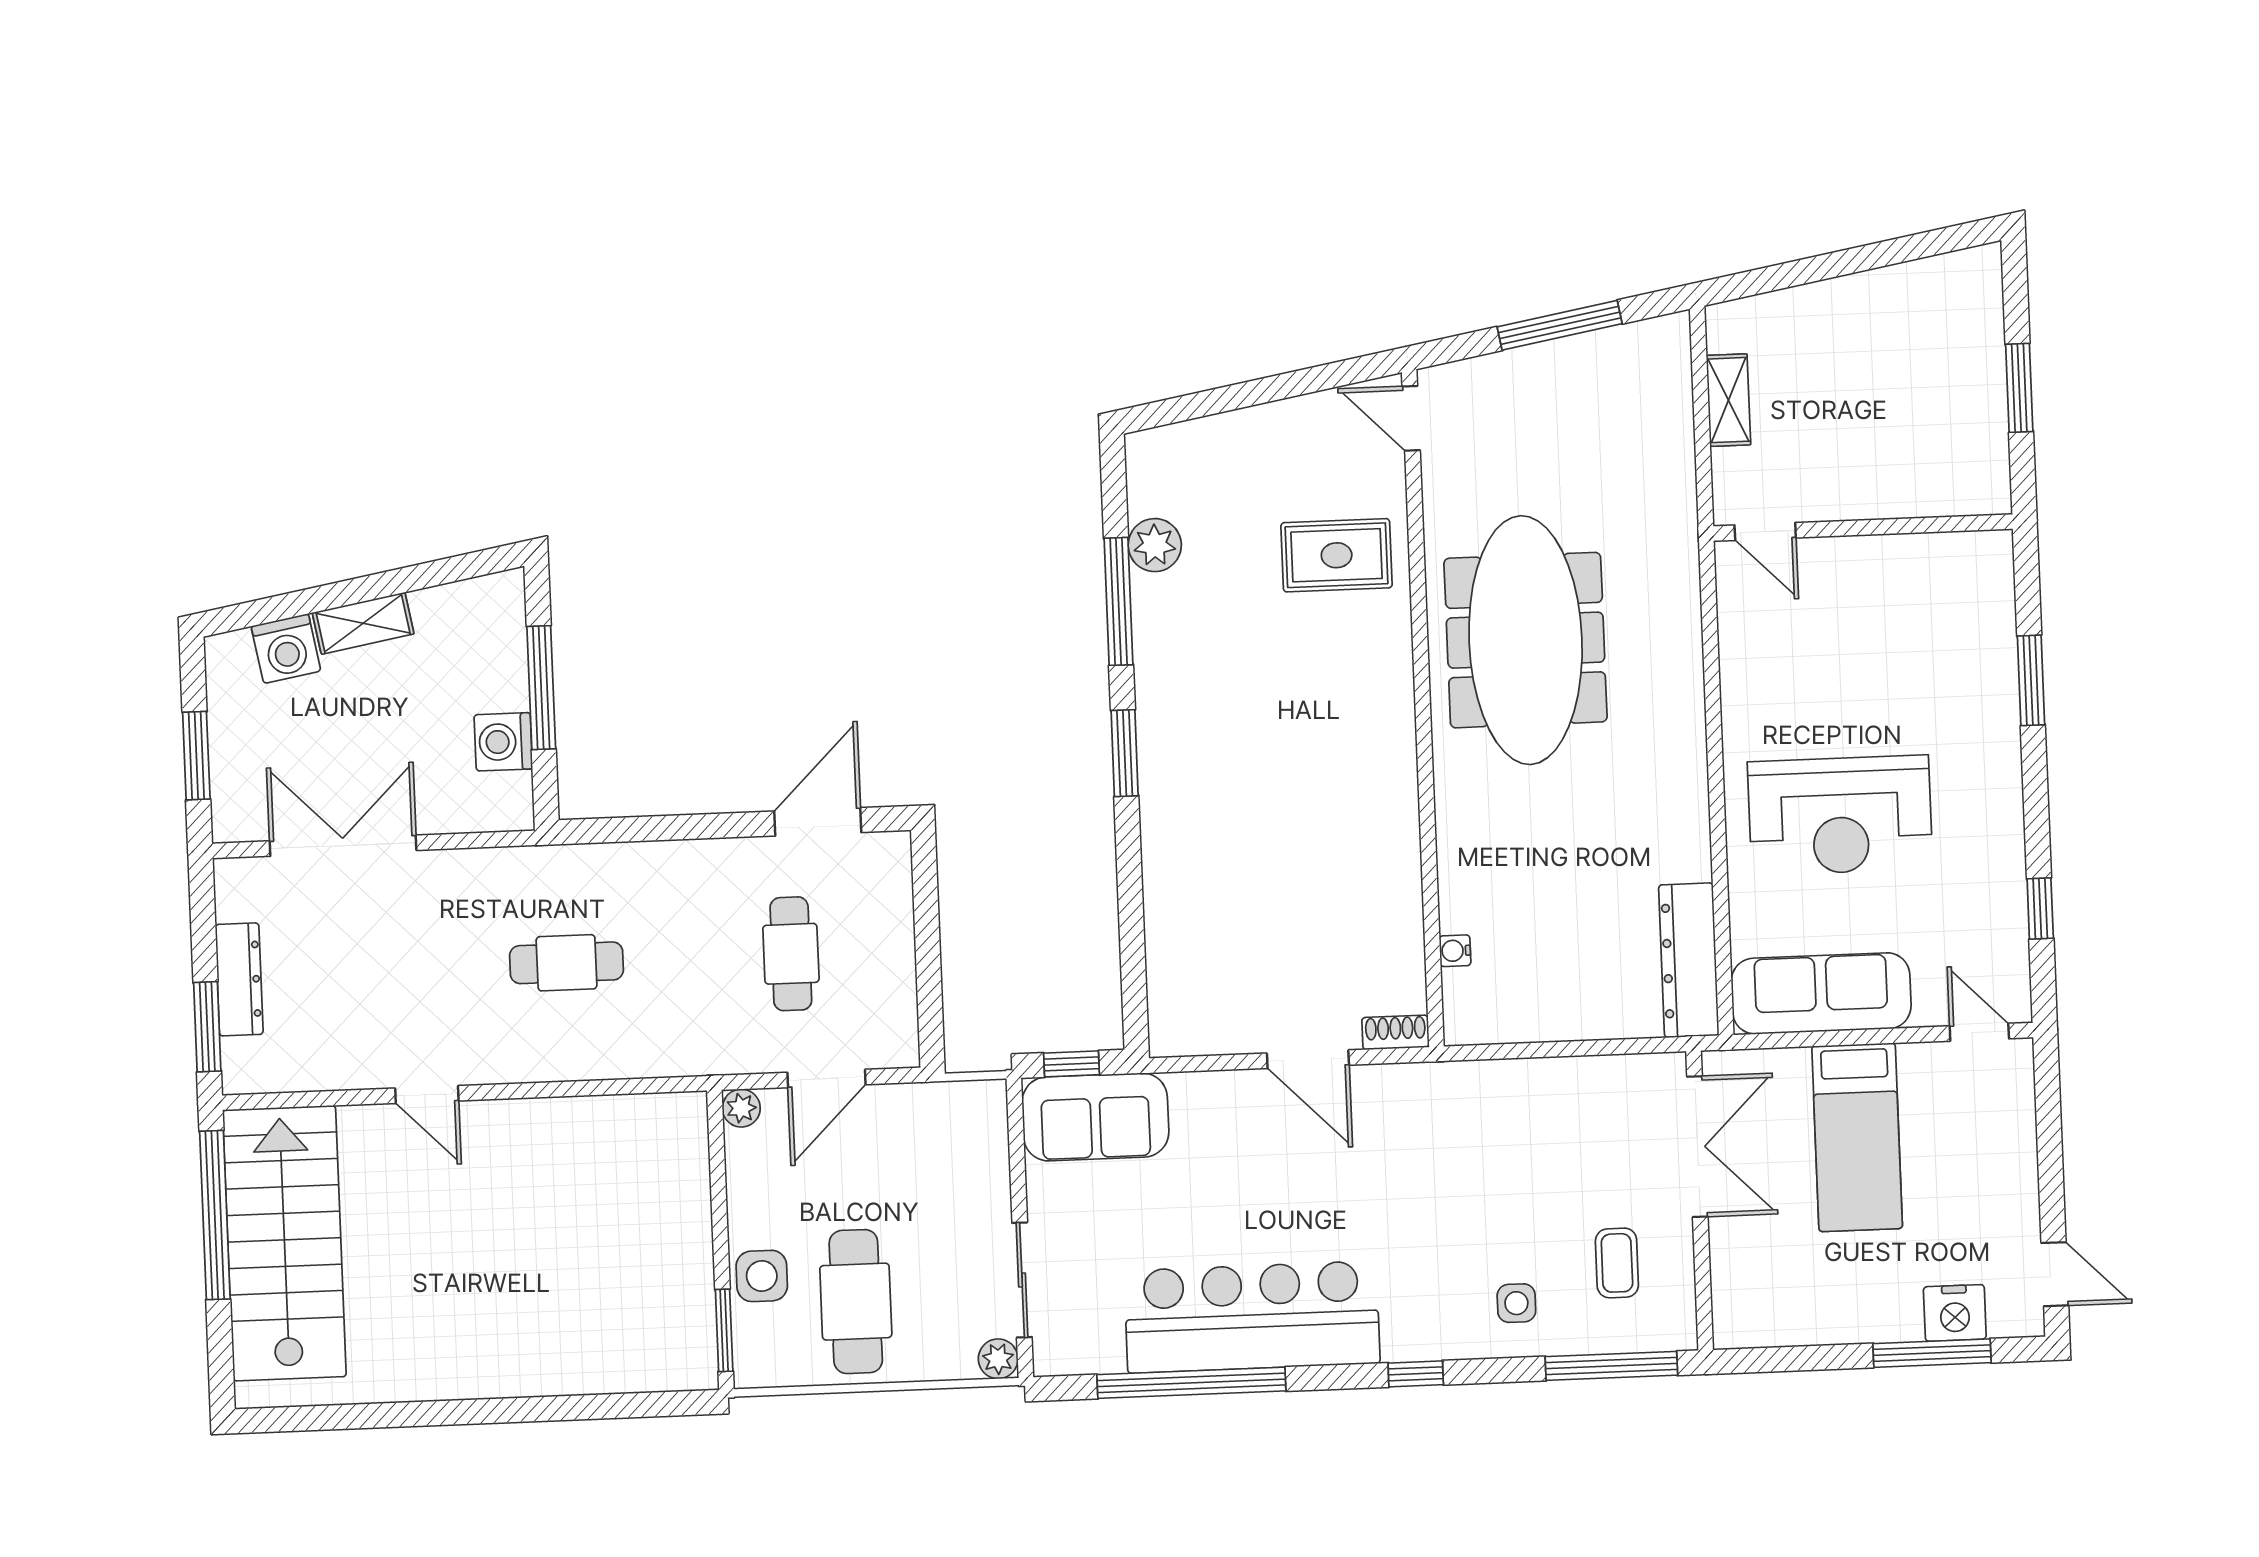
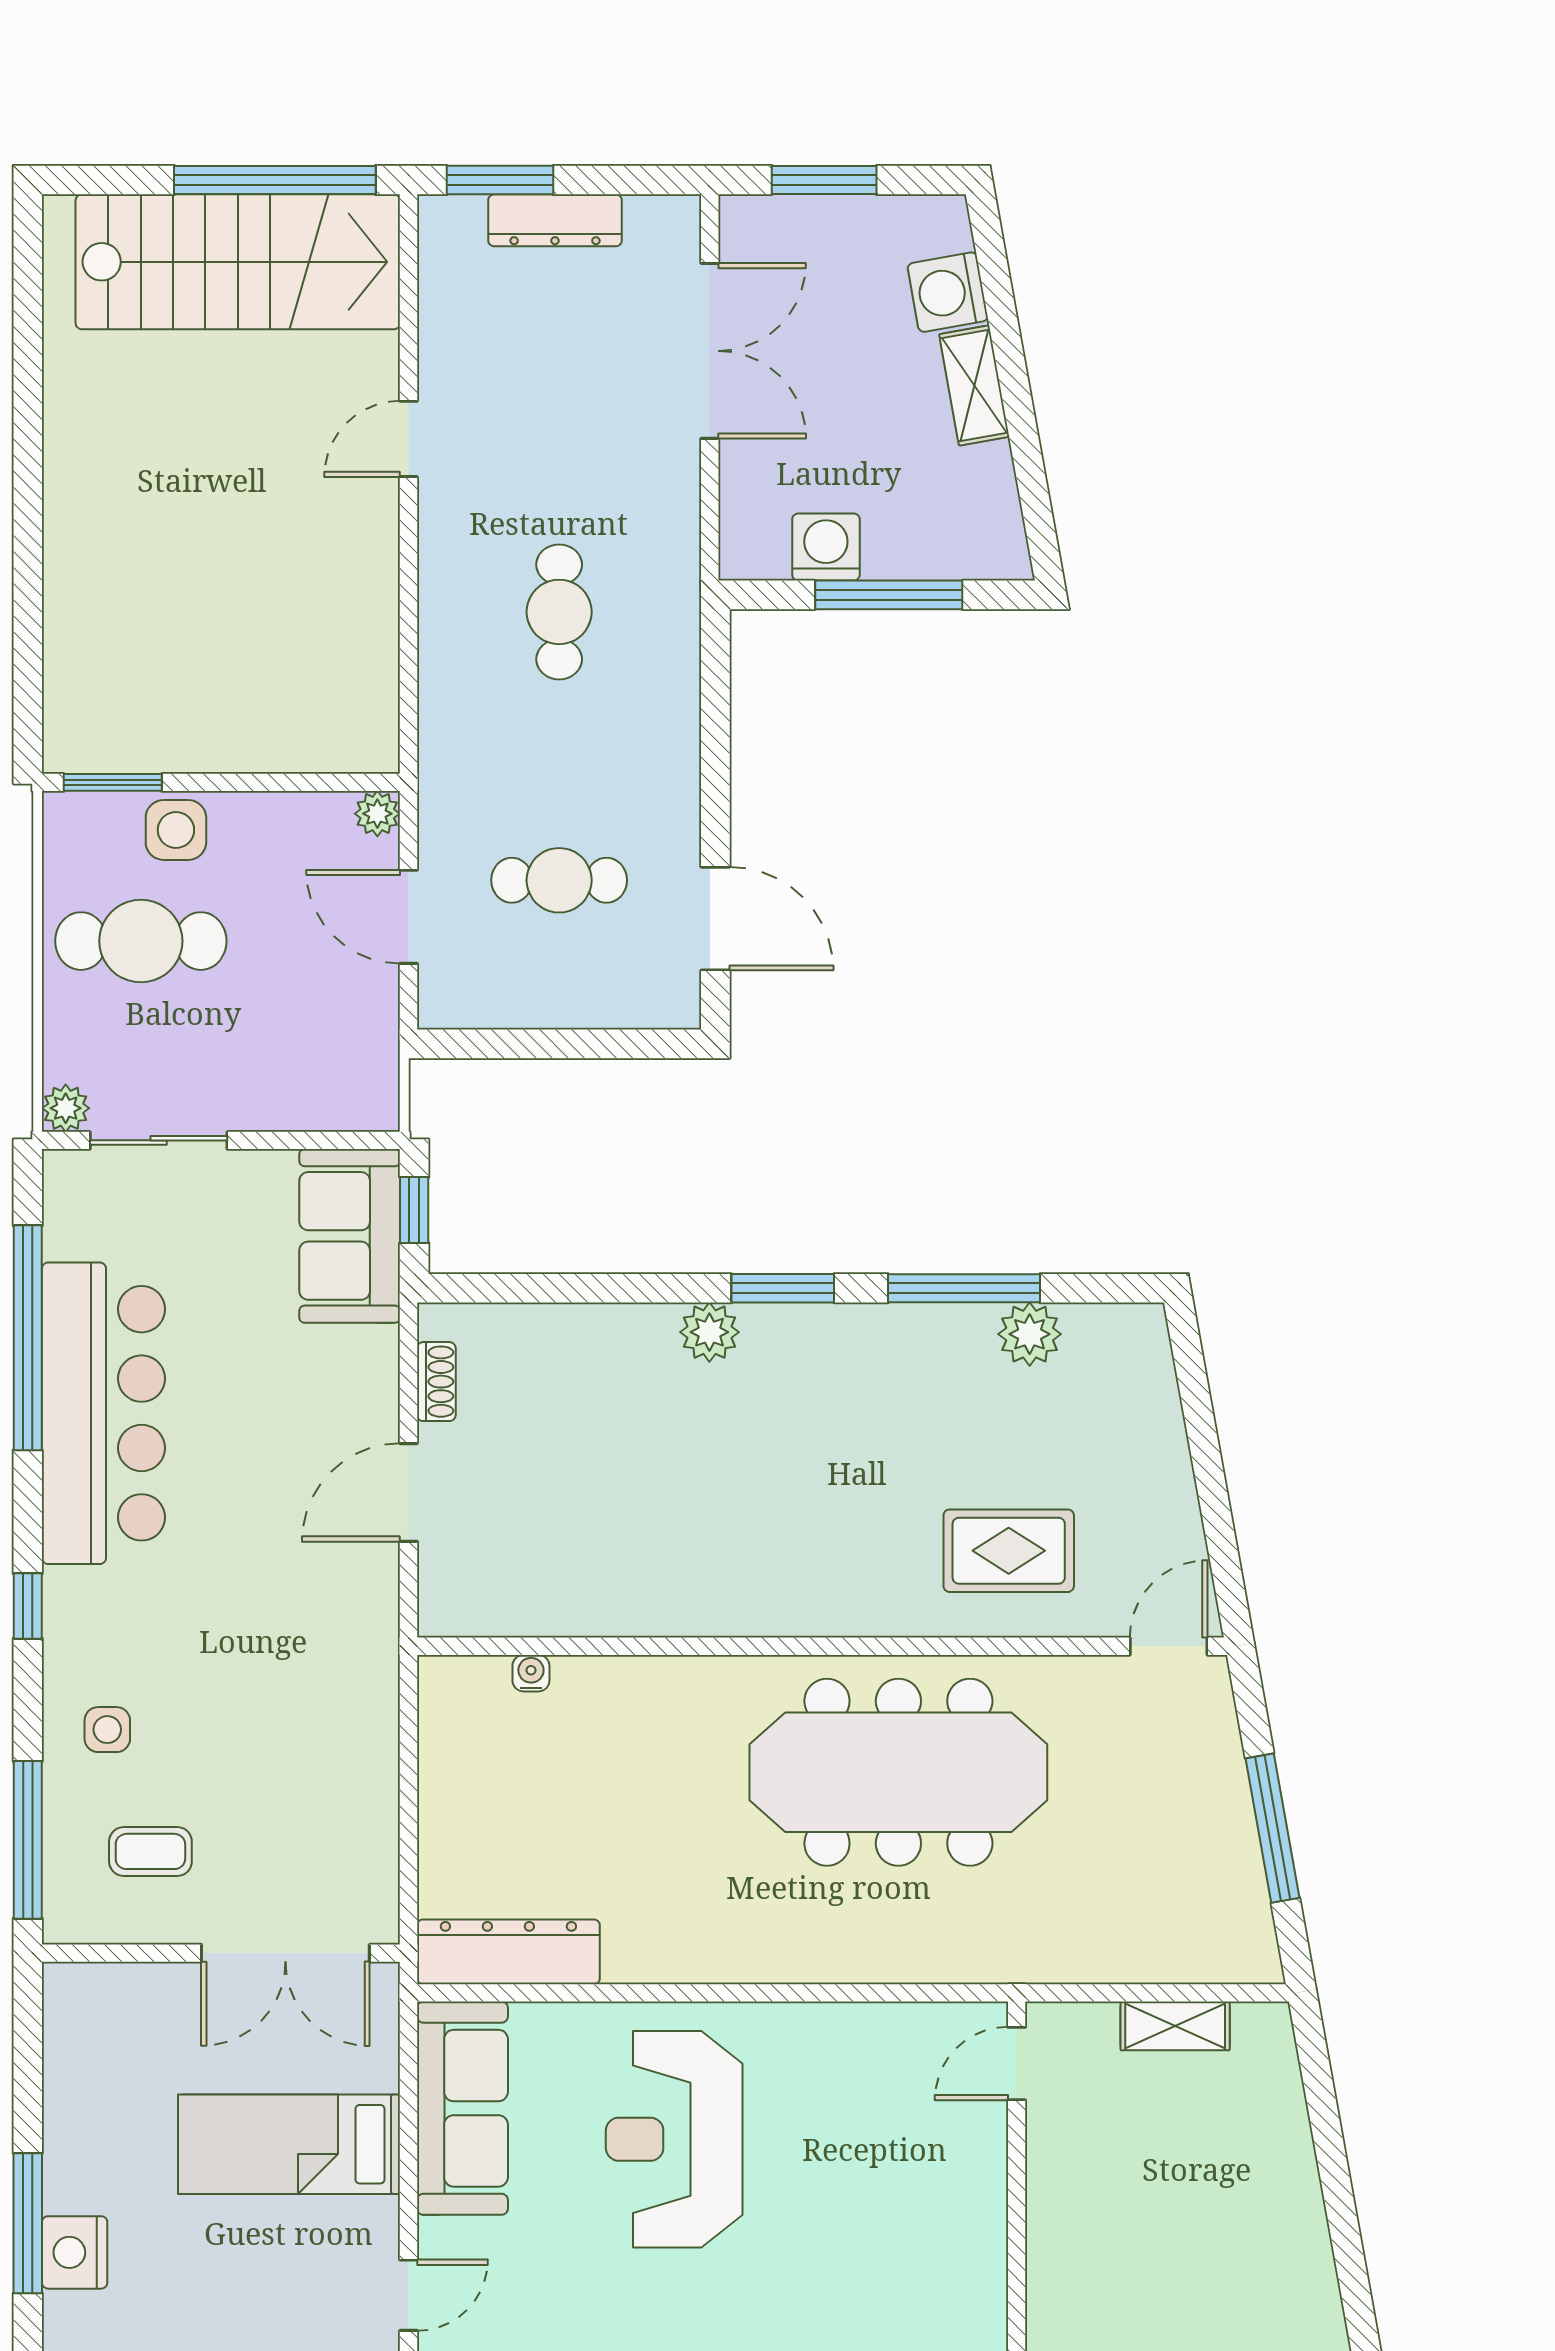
rug: (1337, 555) -> (1009, 1551), turned 90
plant: (1164, 813) -> (709, 1332), added
shoe rack: (1395, 1032) -> (436, 1382), moved

